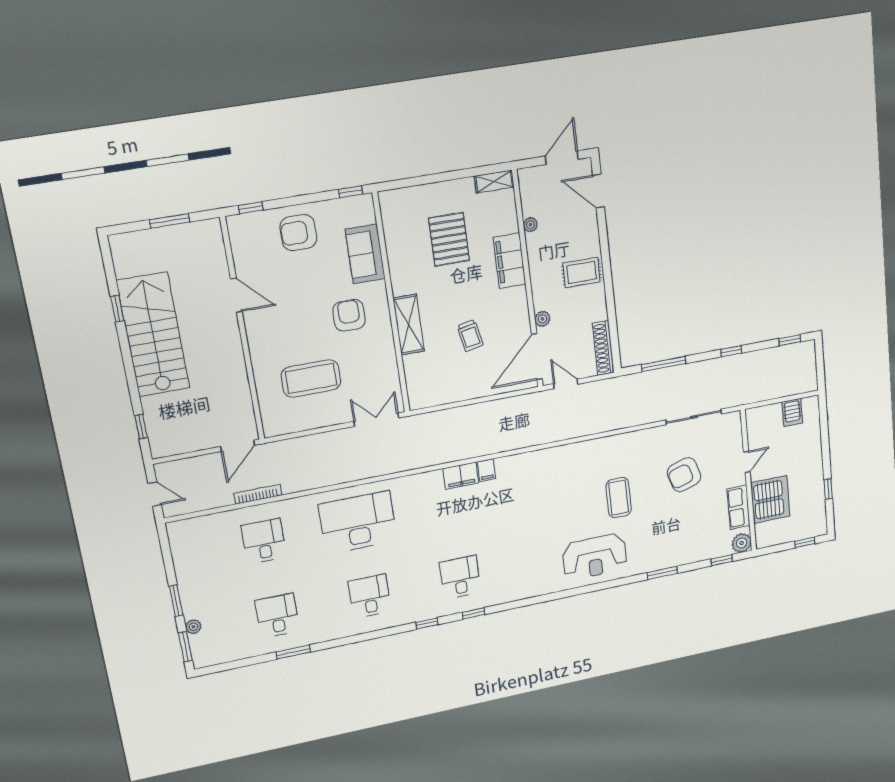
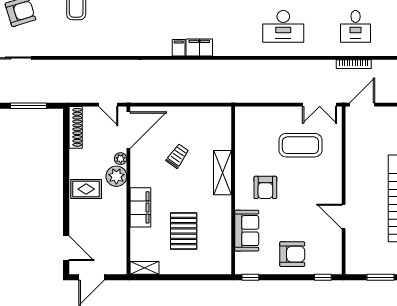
plant: (530, 225) -> (116, 176), moved, width x1.88, depth x1.88
trolley: (470, 335) -> (177, 156), turned 46
double door: (376, 420) -> (320, 105), moved
desk: (358, 522) -> (283, 26), width x0.73, depth x0.77

